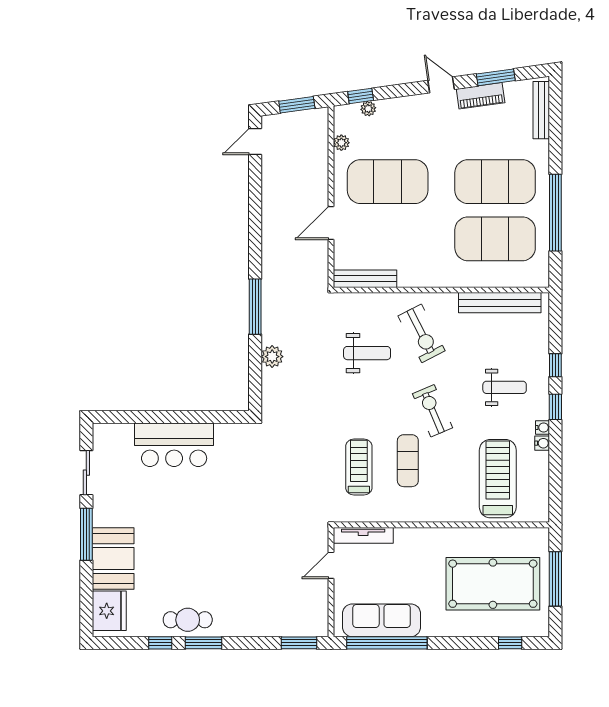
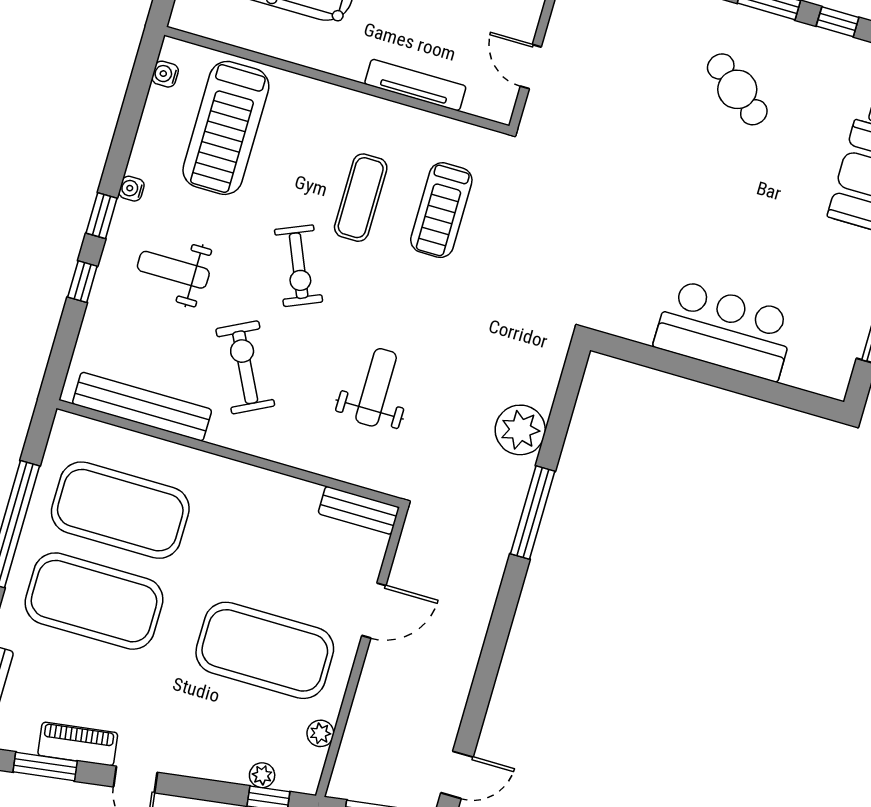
bench: (365, 279) -> (359, 510), width x0.73
exercise bike: (422, 333) -> (245, 367), moved
weight bench: (367, 353) -> (376, 387), turned 90
plant: (272, 357) -> (520, 430), width x1.36, depth x1.36
water cooler: (542, 443) -> (165, 74), moved
tv unit: (363, 535) -> (415, 85), moved
door: (331, 565) -> (531, 67), swing flipped
cafe table: (188, 620) -> (737, 89), moved, turned 38

